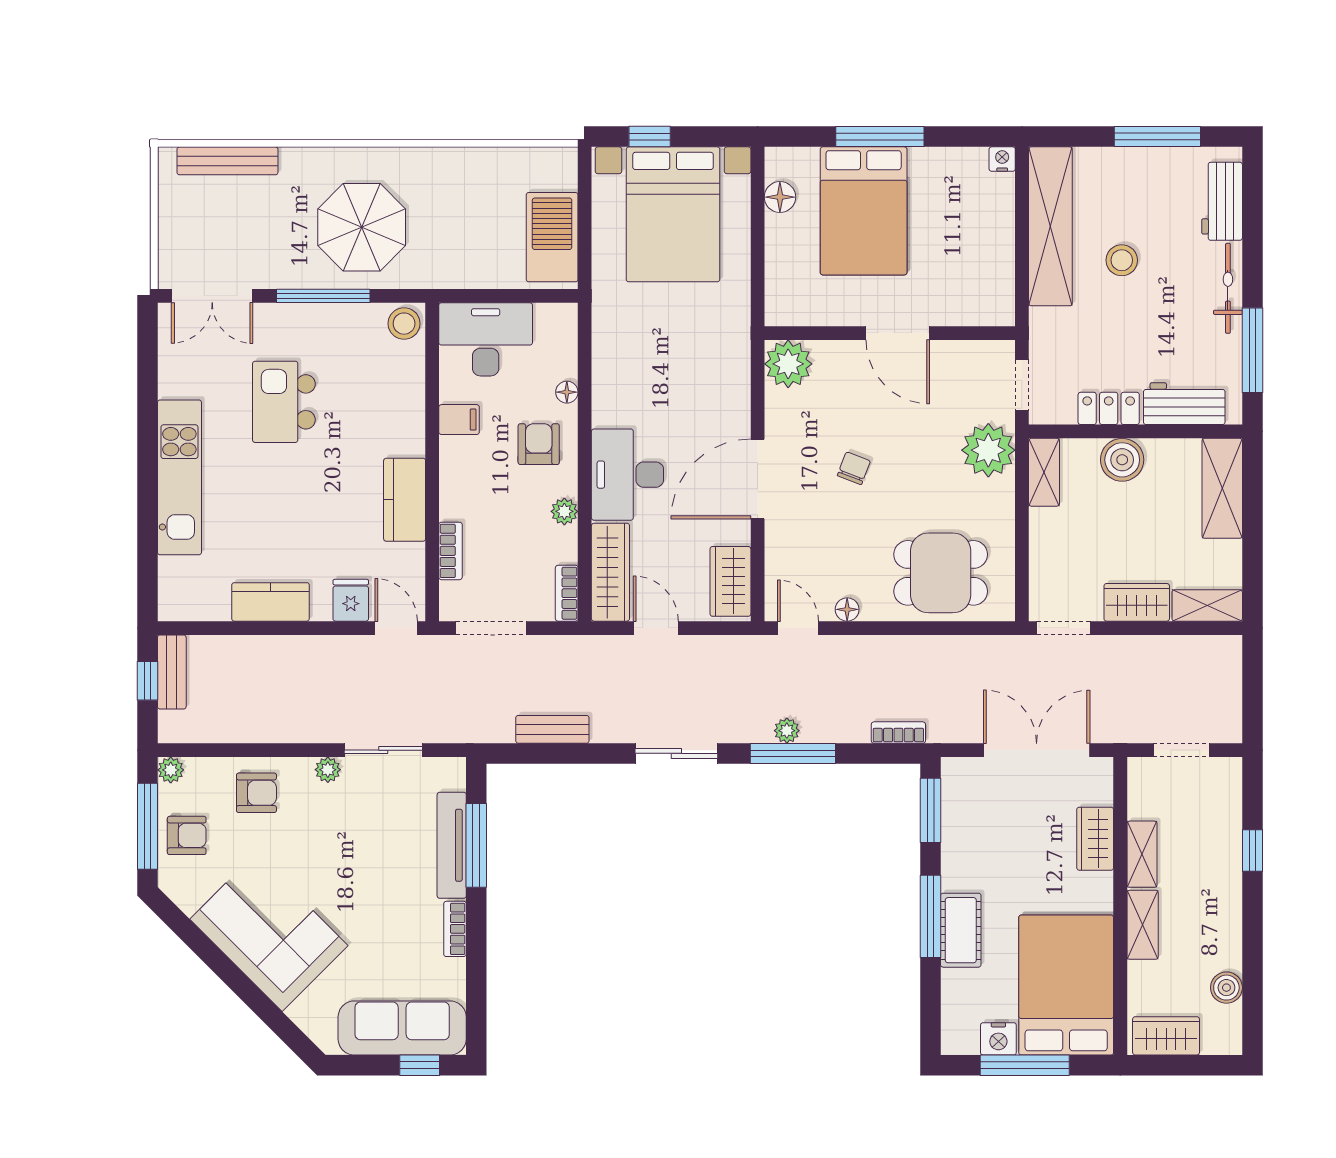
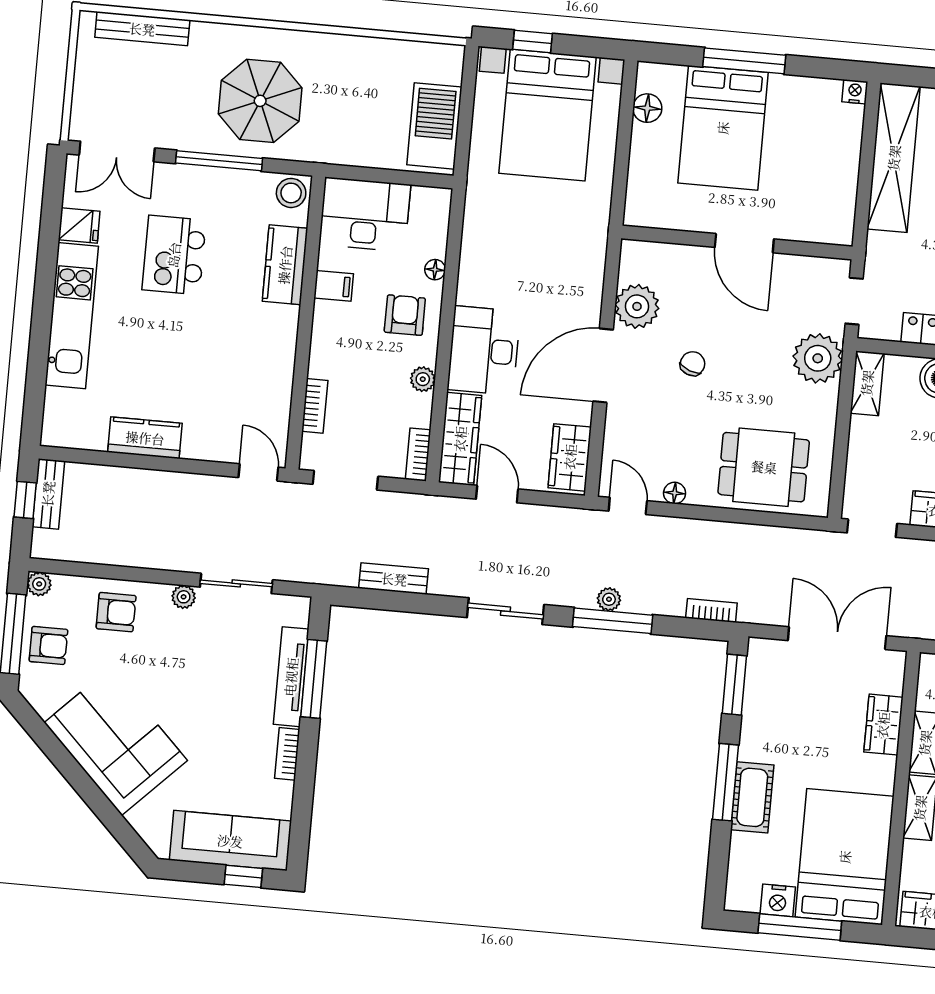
plant: (788, 364) -> (637, 306), moved
kitchen counter: (405, 500) -> (285, 265), moved
fridge: (351, 600) -> (79, 226), moved, turned 90

